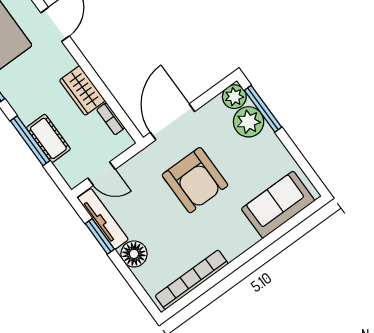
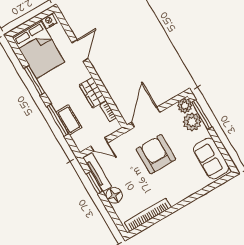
armchair: (195, 180) -> (156, 154), turned 180
sofa: (278, 205) -> (211, 158), moved, turned -90

